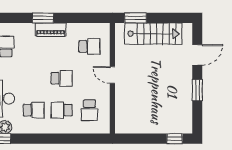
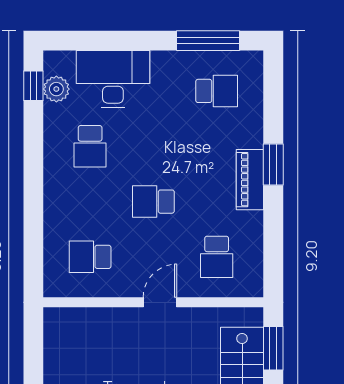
school desk: (62, 78) -> (153, 202), turned 90
school desk: (62, 110) -> (90, 202), removed

